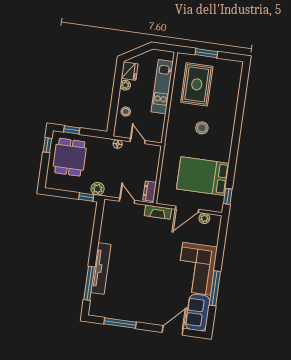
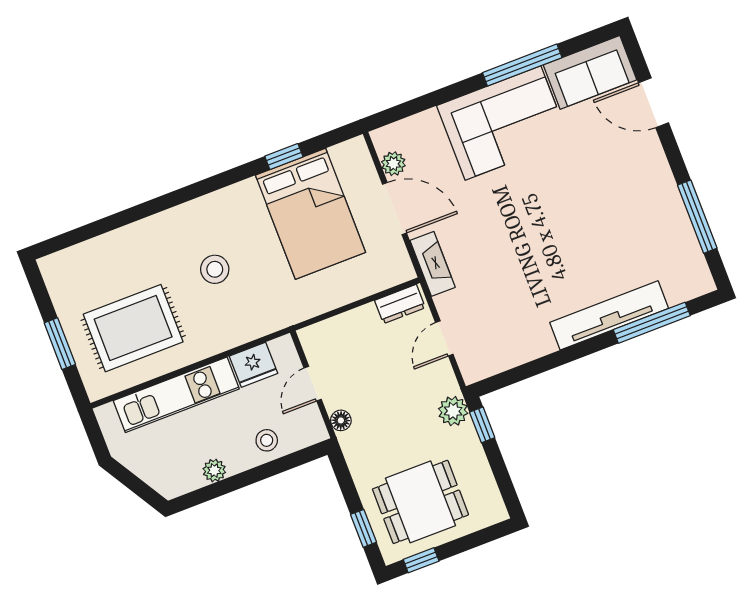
fridge: (130, 71) -> (254, 365), moved, turned 180
window: (228, 196) -> (284, 157), moved

